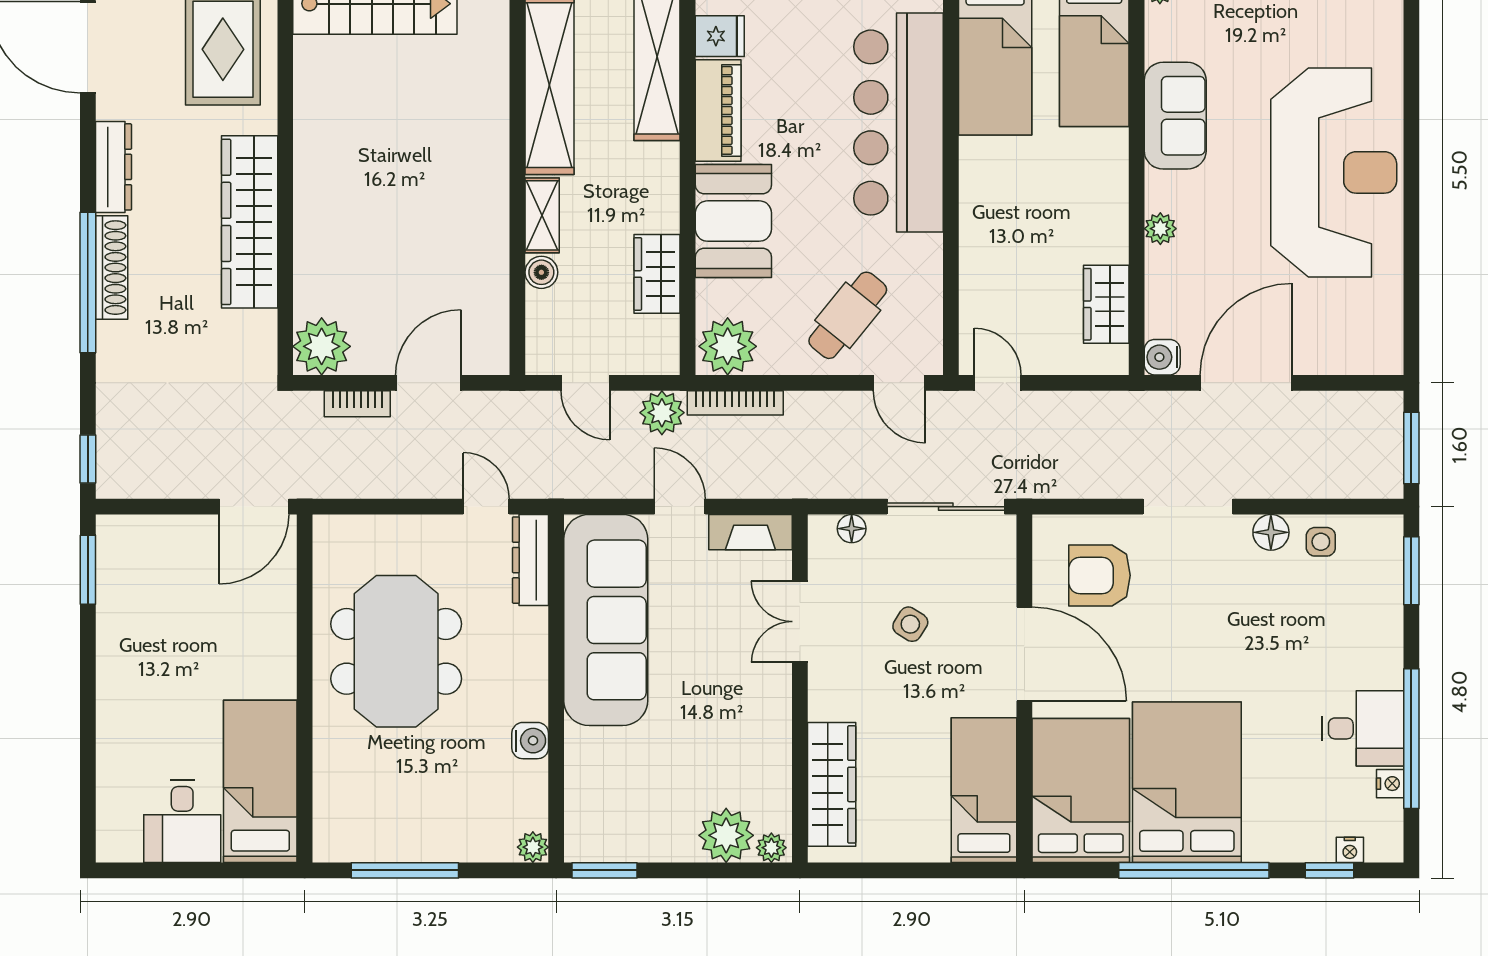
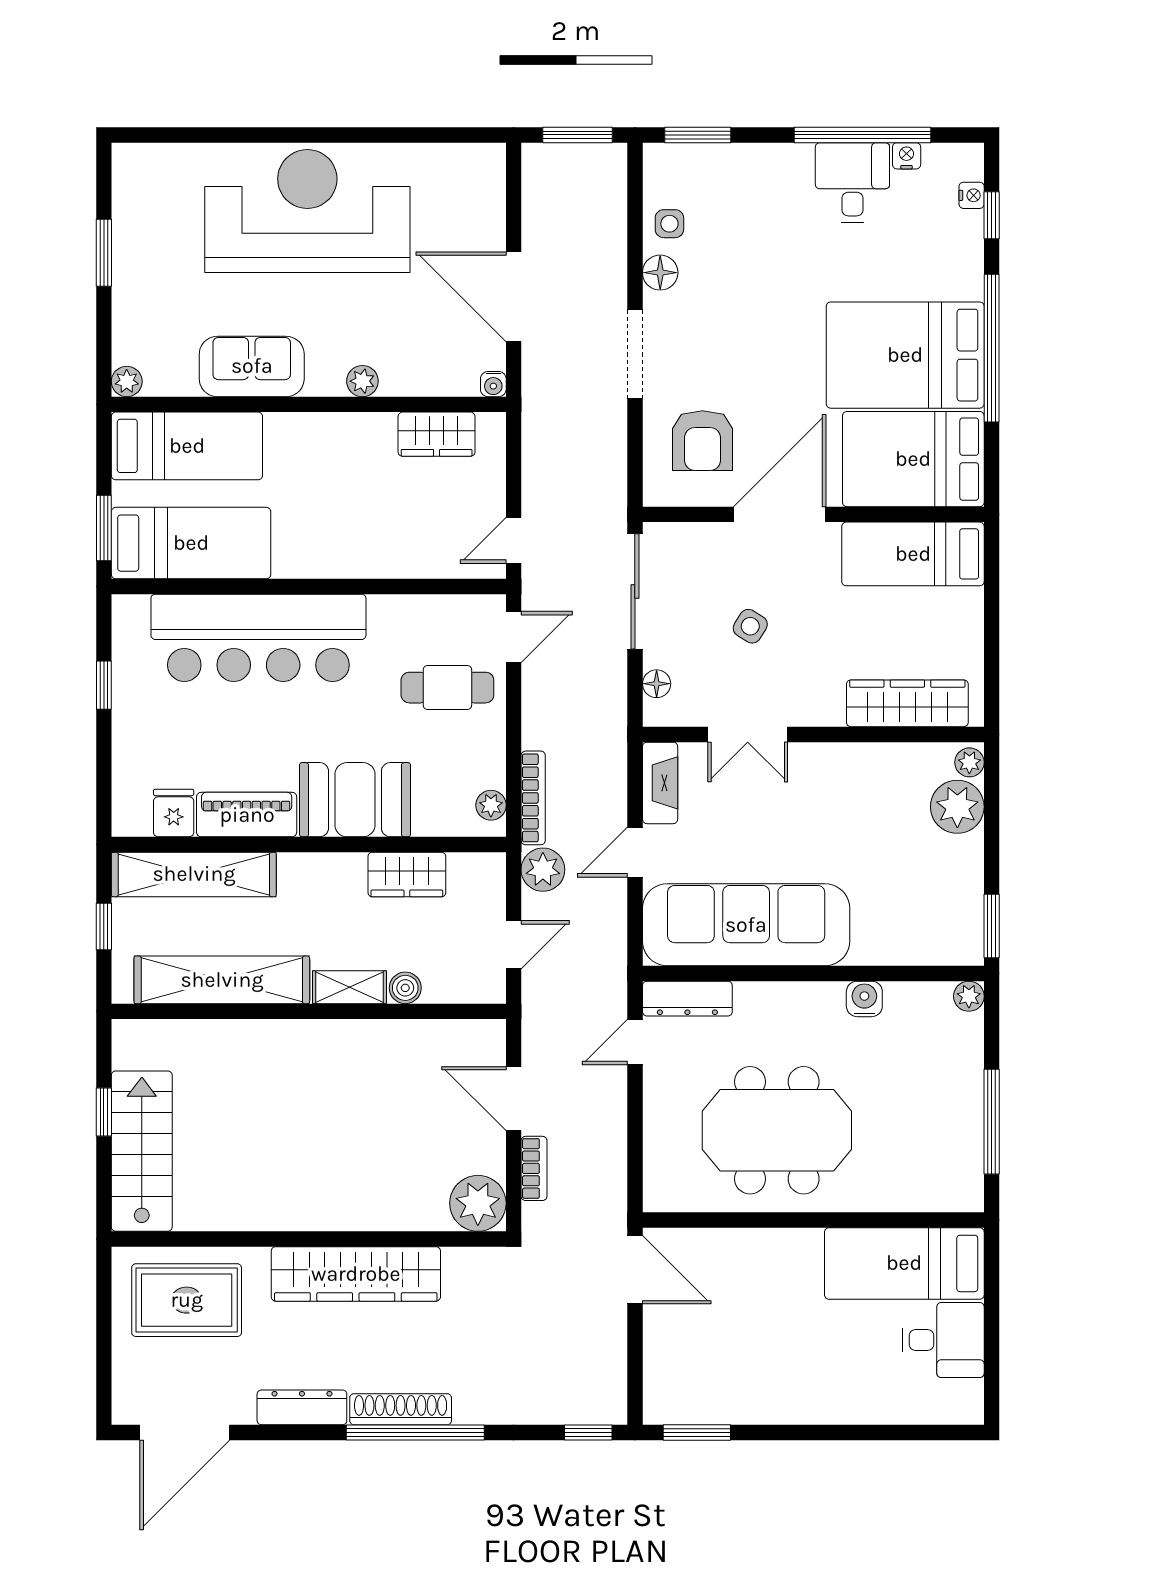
cafe table: (848, 315) -> (447, 688), turned -39
plant: (728, 346) -> (491, 805), width x0.53, depth x0.53
water cooler: (1162, 357) -> (493, 384), width x0.72, depth x0.72

